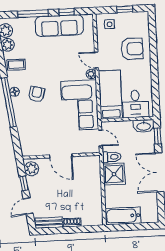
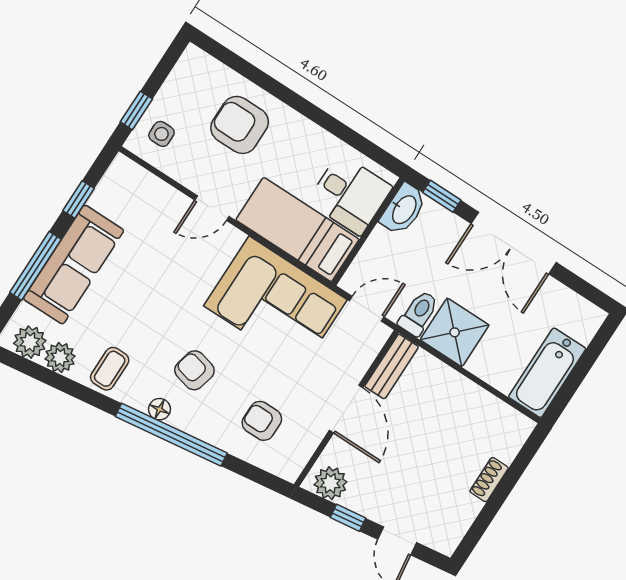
window: (125, 9) -> (136, 110), moved
sofa: (59, 26) -> (74, 265), moved
armchair: (132, 49) -> (240, 125), turned -90
plant: (91, 74) -> (231, 238), removed
armchair: (36, 130) -> (262, 421), added
door: (61, 156) -> (346, 409), hinge flipped
bench: (49, 223) -> (392, 367), moved

